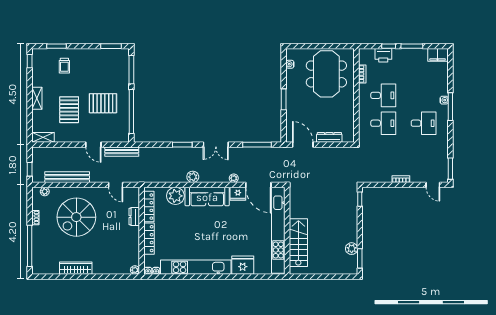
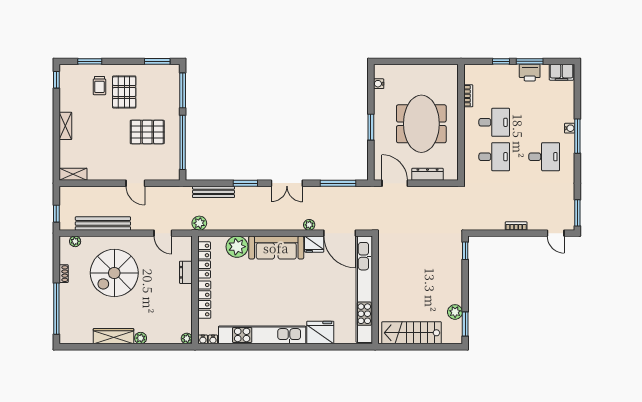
printer: (383, 55) -> (530, 73), moved
meeting table: (326, 74) -> (421, 124), moved
pallet: (69, 110) -> (124, 92), moved
bench: (122, 152) -> (213, 192), moved
plant: (193, 177) -> (199, 223), moved
stairs: (298, 243) -> (412, 333), moved, turned -90
plant: (98, 270) -> (141, 338), added

